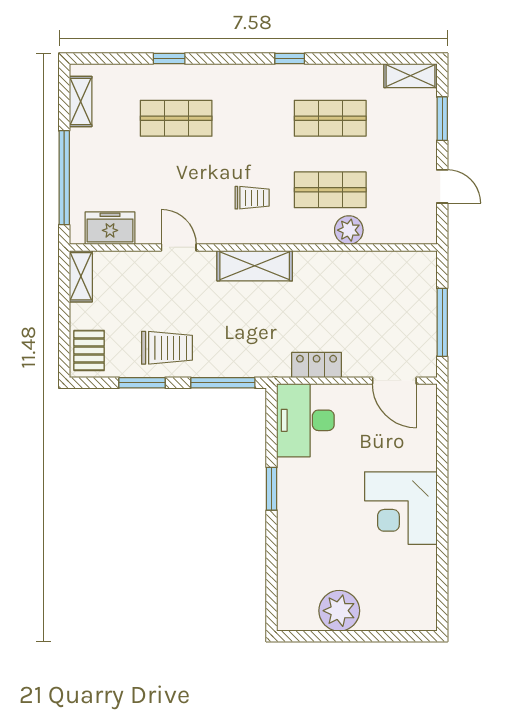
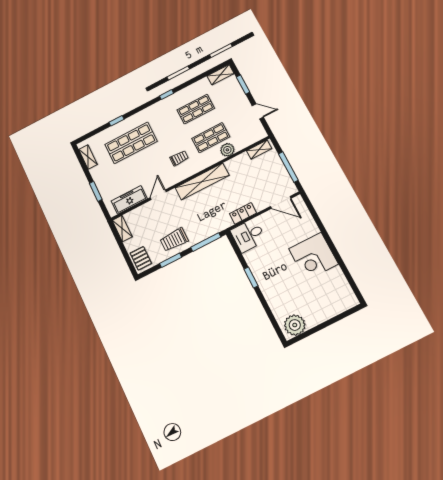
shop shelf: (176, 118) -> (131, 143), width x1.43, depth x1.36
window: (64, 178) -> (96, 191), width x0.47
freezer: (110, 228) -> (129, 200), width x1.40
door: (179, 247) -> (158, 195), hinge flipped
shelving: (407, 261) -> (259, 150), added
shelving: (255, 266) -> (202, 182), width x1.47
trolley: (167, 348) -> (174, 240), turned 180
desk: (305, 420) -> (248, 235), width x0.73
plant: (339, 611) -> (295, 325), moved

